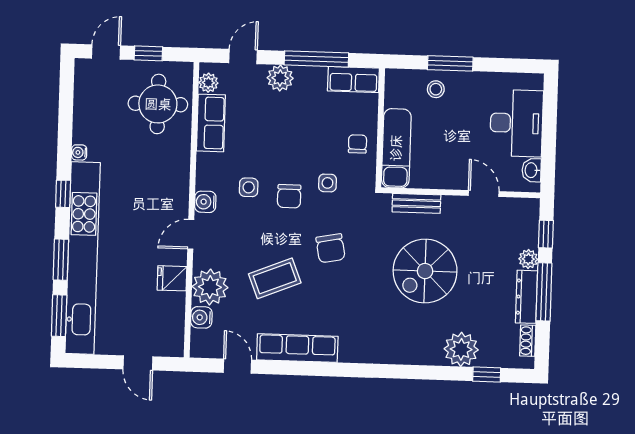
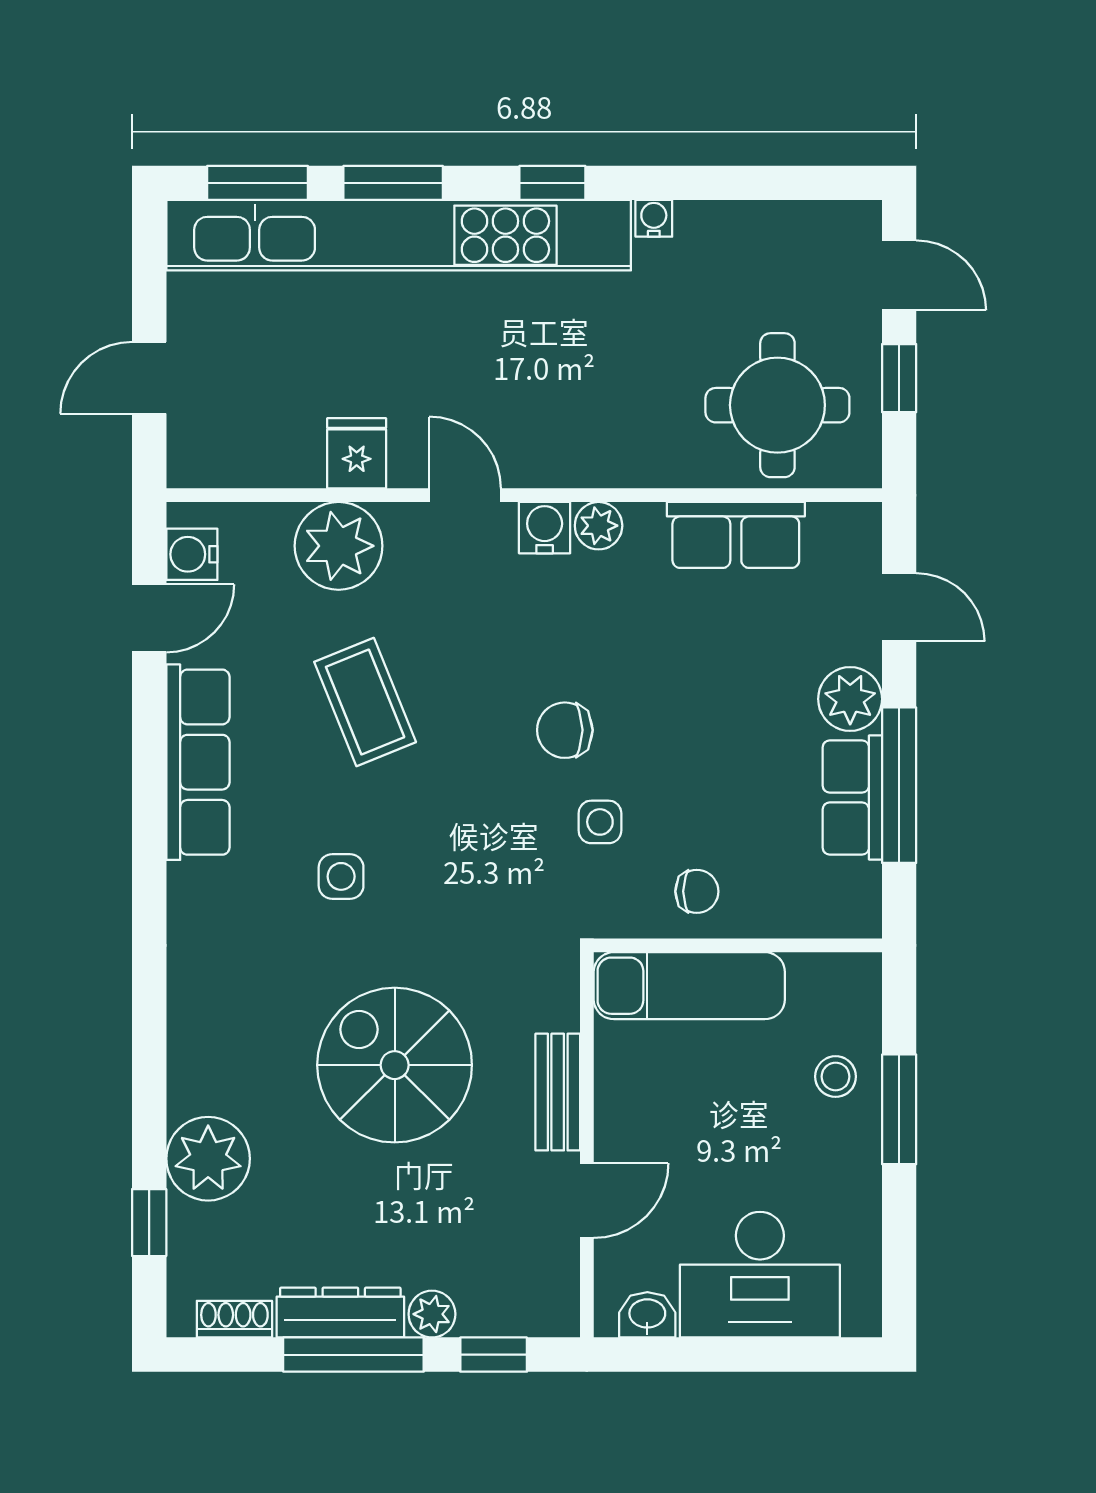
row of seats: (353, 79) -> (852, 798), moved
plant: (208, 83) -> (599, 526), moved
side table: (249, 187) -> (341, 876), moved
bench: (416, 203) -> (558, 1092), moved
chair: (330, 248) -> (442, 834), removed
water cooler: (201, 317) -> (192, 554), moved, turned -90

